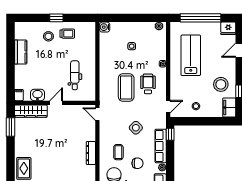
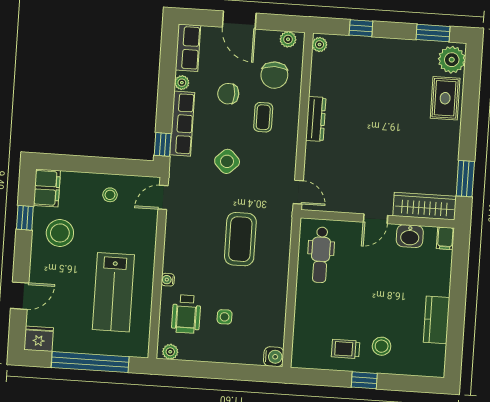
dental chair: (75, 75) -> (321, 255), moved
wheelchair: (148, 84) -> (186, 314), moved

